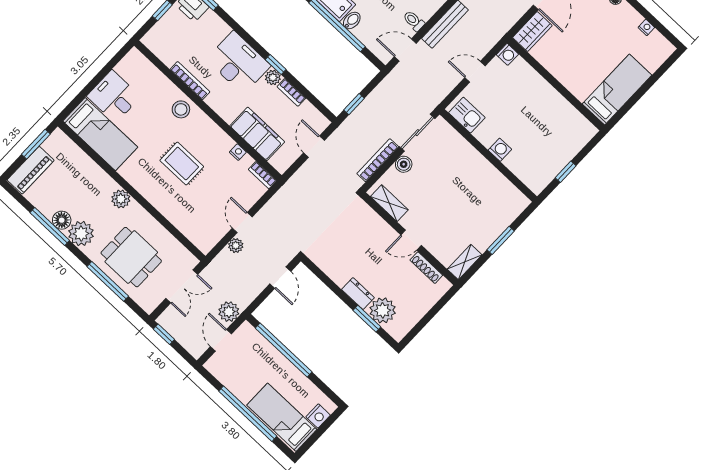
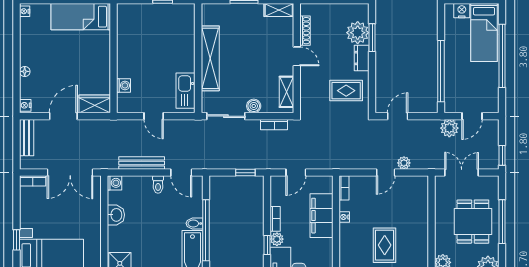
nightstand: (646, 27) -> (25, 11), moved
washing machine: (507, 54) -> (124, 85), moved, turned 90
kitchen sink: (467, 115) -> (186, 91), width x1.38
washing machine: (500, 150) -> (188, 54), removed
bookcase: (378, 160) -> (274, 125), width x0.64
shelving: (479, 165) -> (210, 58), added
rug: (343, 255) -> (346, 91), added

